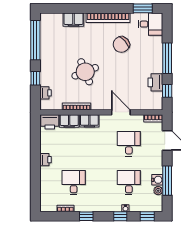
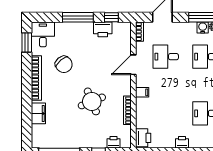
filing cabinet: (69, 121) -> (142, 118), removed
filing cabinet: (89, 121) -> (142, 92), width x0.50

